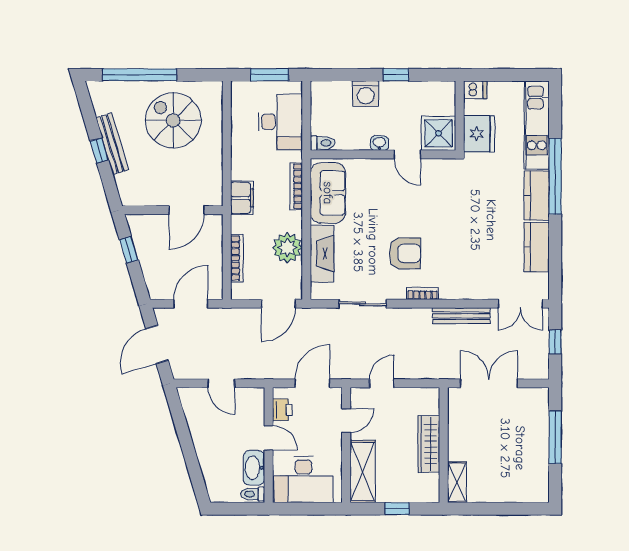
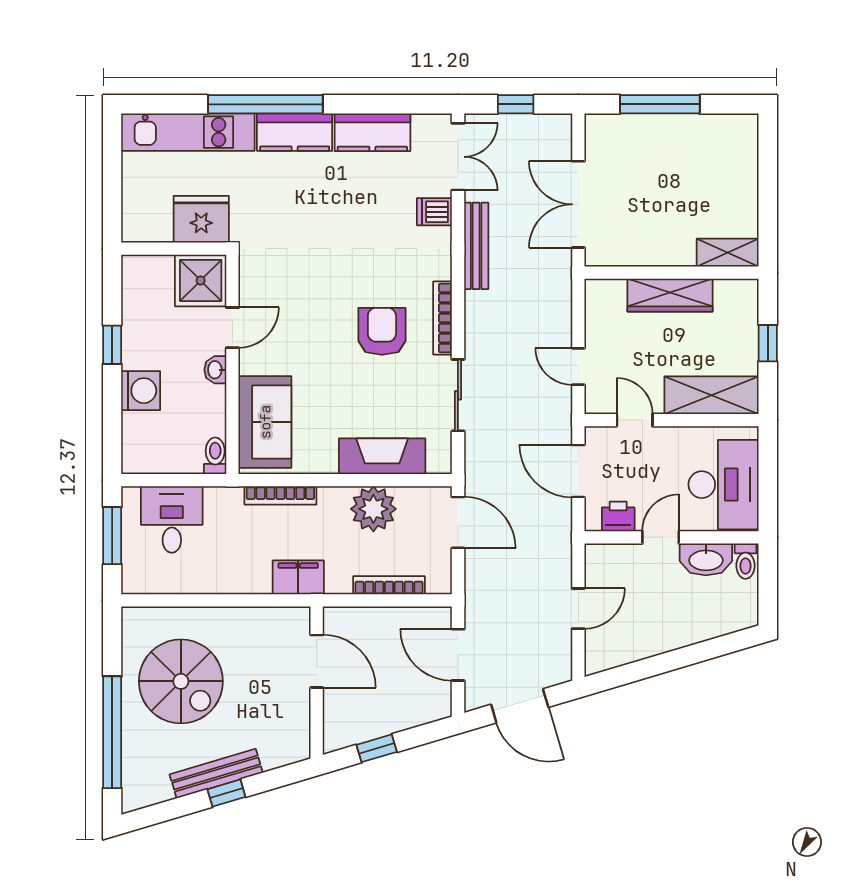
dishwasher: (475, 90) -> (434, 212), moved, turned -90
spiral stairs: (173, 120) -> (181, 681), turned -90
desk: (280, 122) -> (172, 519), width x0.73
sofa: (328, 193) -> (265, 422), moved, turned 90
bookcase: (422, 294) -> (443, 318), width x1.56

